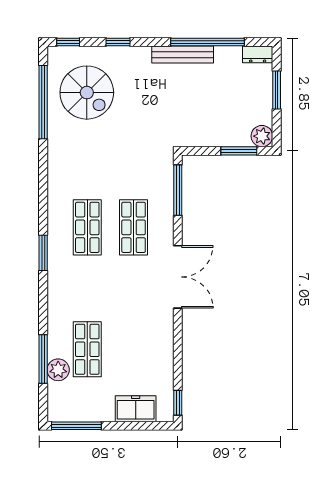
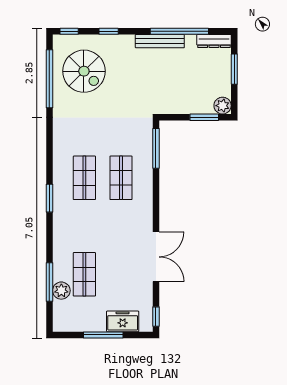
dresser: (258, 54) -> (214, 41), width x1.44
double door: (178, 277) -> (156, 257), moved
window: (76, 426) -> (103, 335), moved

